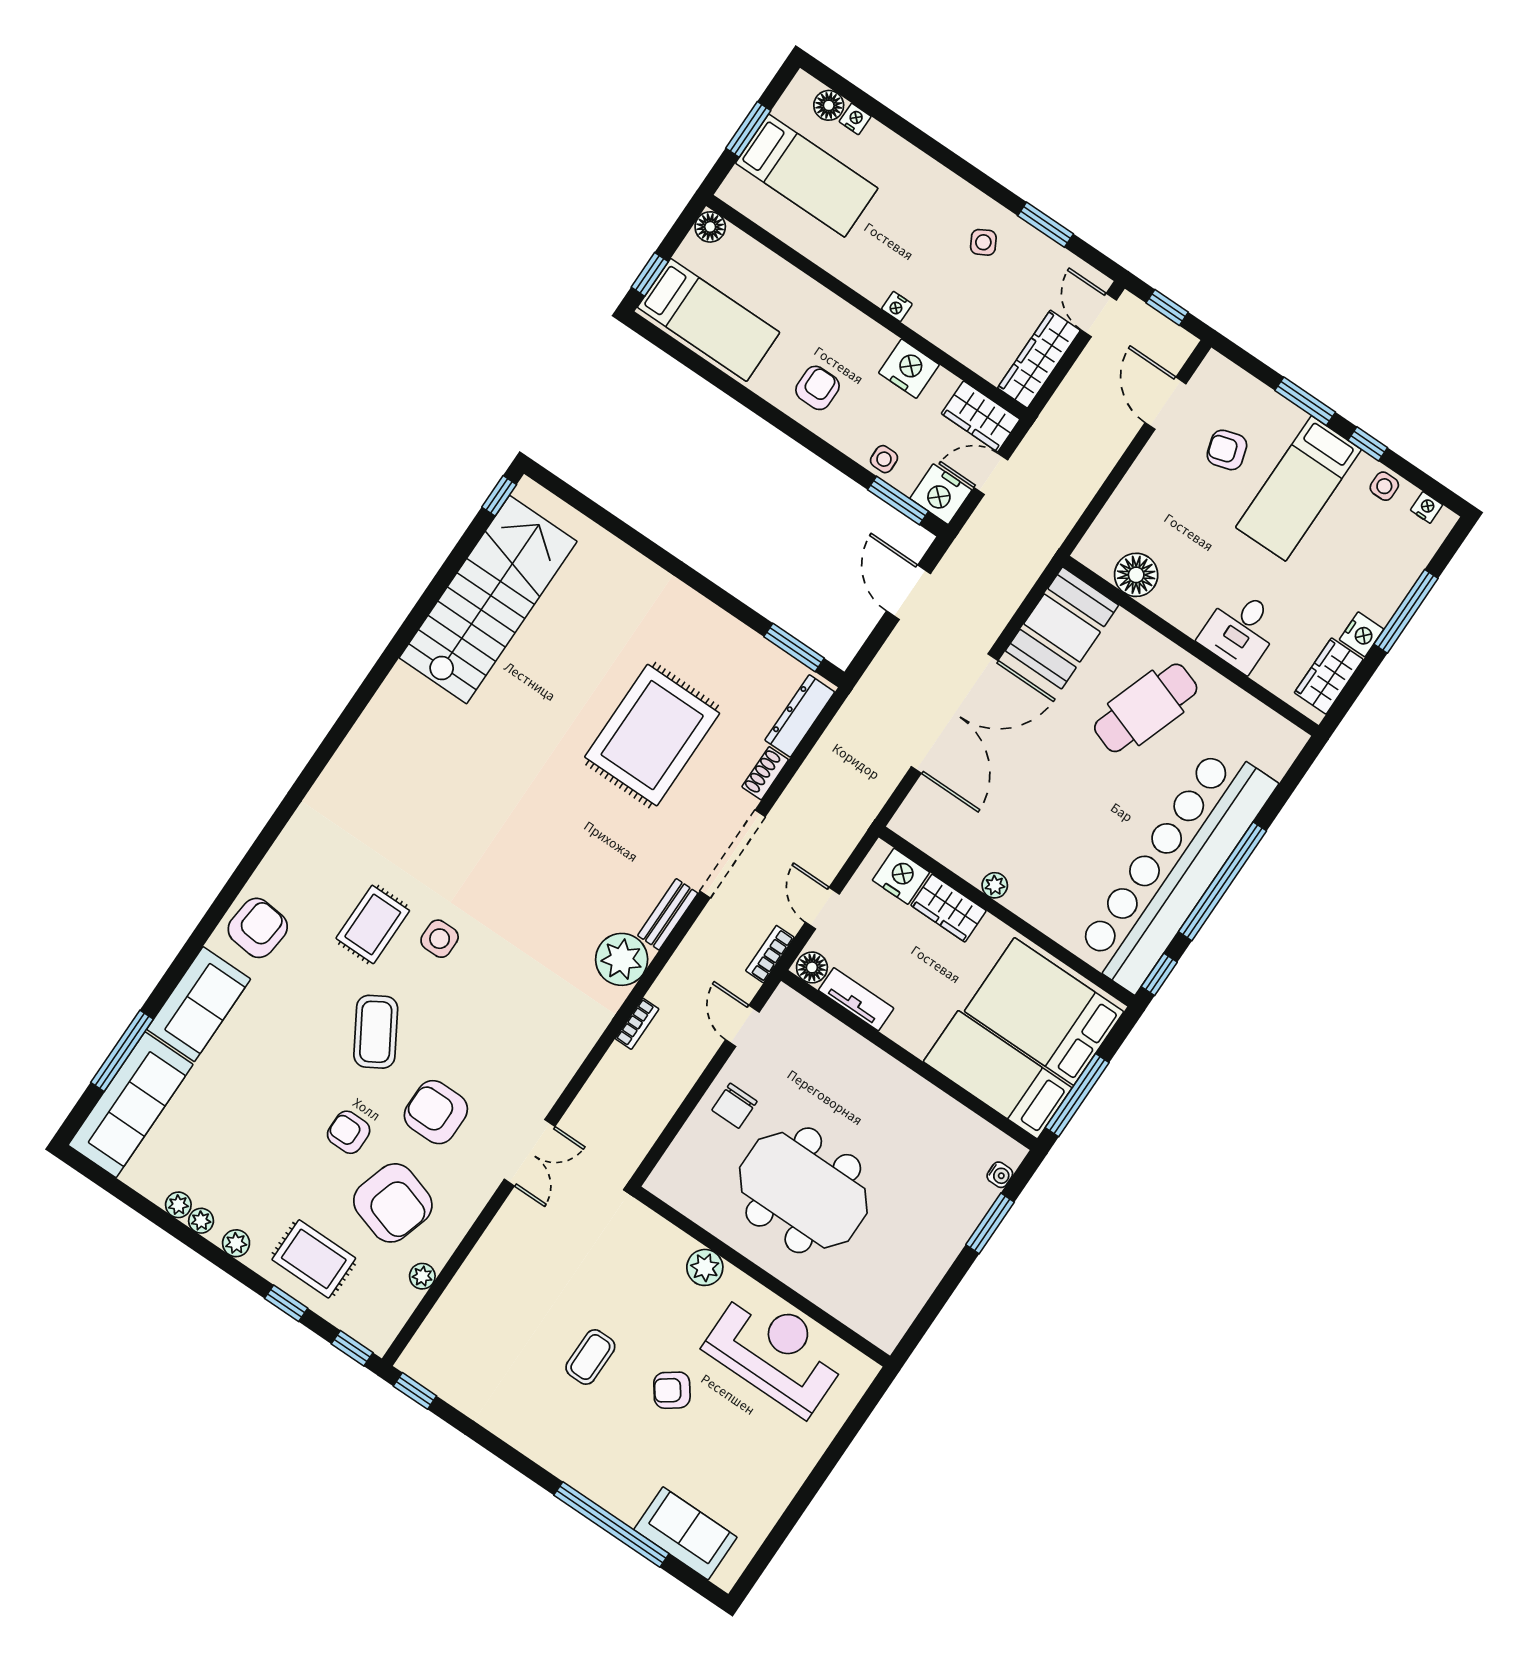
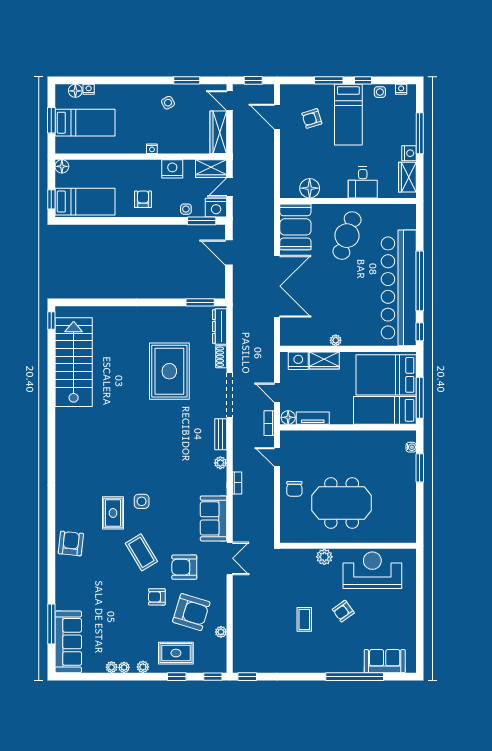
plant: (622, 959) -> (220, 463), width x0.53, depth x0.53
sofa: (199, 1004) -> (214, 518), moved, turned 180

